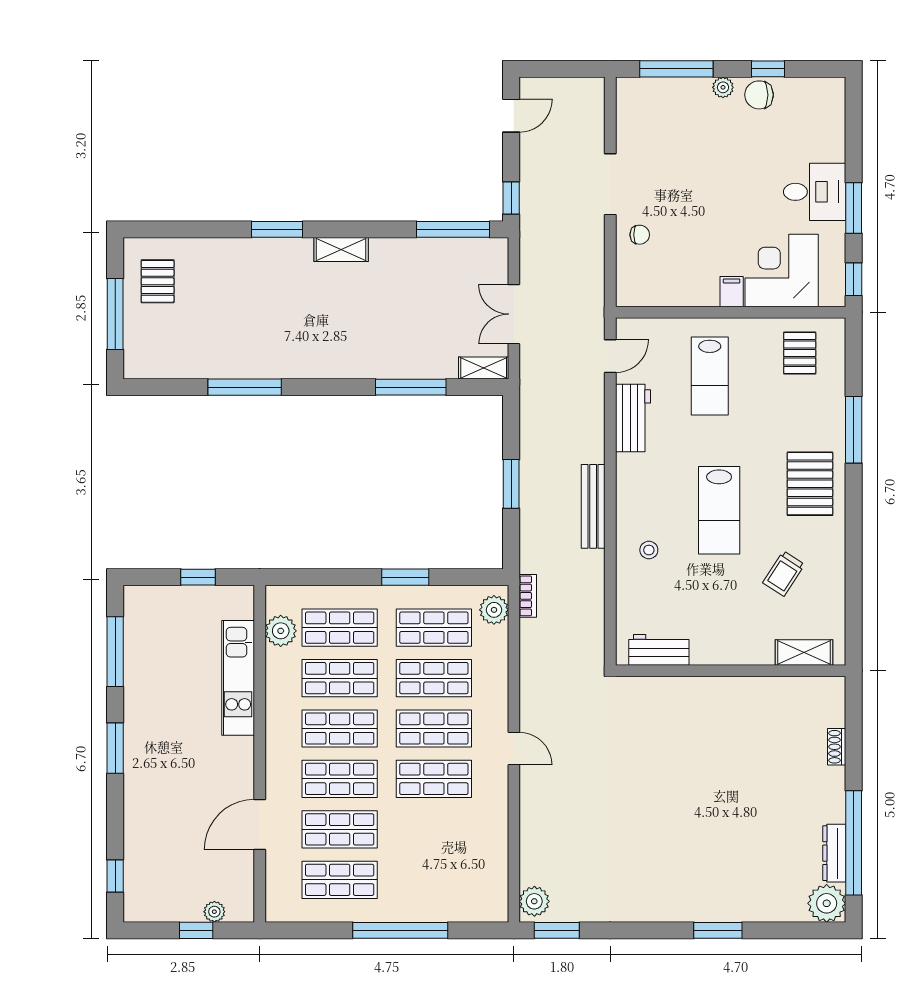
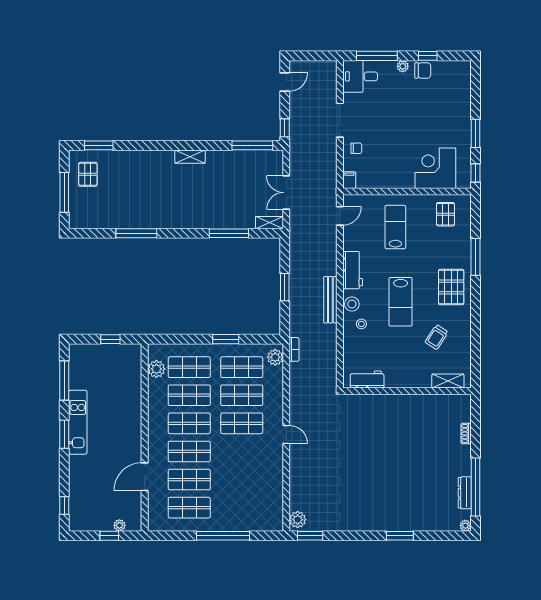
chair: (759, 95) -> (423, 70), turned 180
desk: (815, 192) -> (360, 76), moved, turned 180
window: (277, 229) -> (99, 145), moved
filing cabinet: (732, 292) -> (349, 180), moved
lab bench: (710, 376) -> (395, 227), turned 180
workbench: (633, 418) -> (353, 270), moved
stool: (632, 514) -> (352, 304), added
kitchen unit: (238, 678) -> (78, 422), moved, turned 180
shop shelf: (434, 779) -> (242, 451), removed
plant: (827, 903) -> (465, 526), width x0.53, depth x0.53

